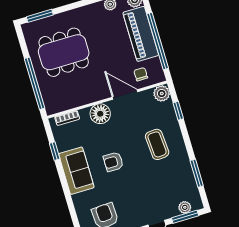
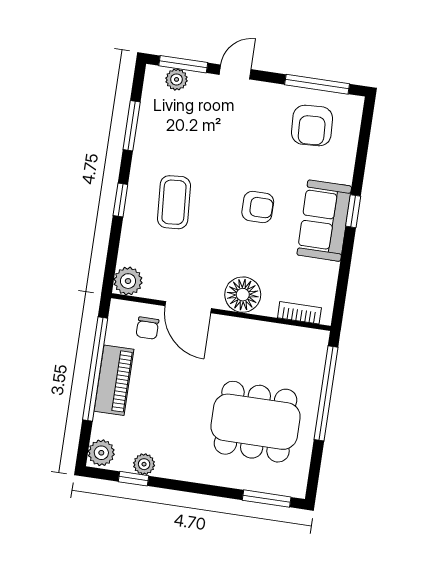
piano: (141, 34) -> (114, 380), width x0.73, depth x0.75
window: (178, 111) -> (120, 200), moved
window: (55, 151) -> (353, 211), moved

